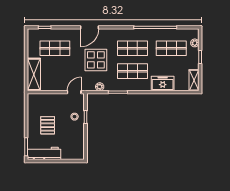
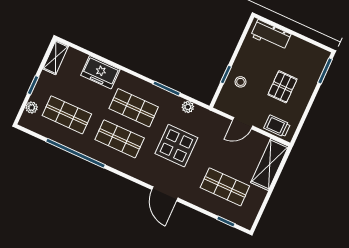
door: (90, 27) -> (165, 194), swing flipped
door: (74, 92) -> (243, 123), moved
trolley: (40, 100) -> (277, 126), added
workbench: (44, 153) -> (271, 35), moved, width x0.73

